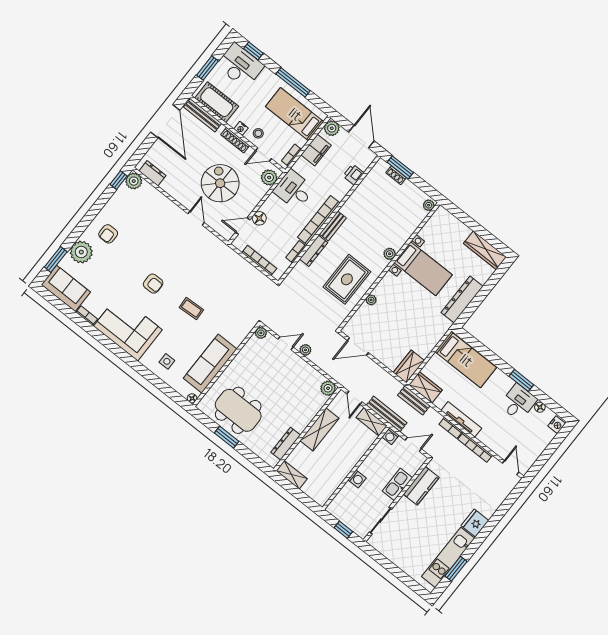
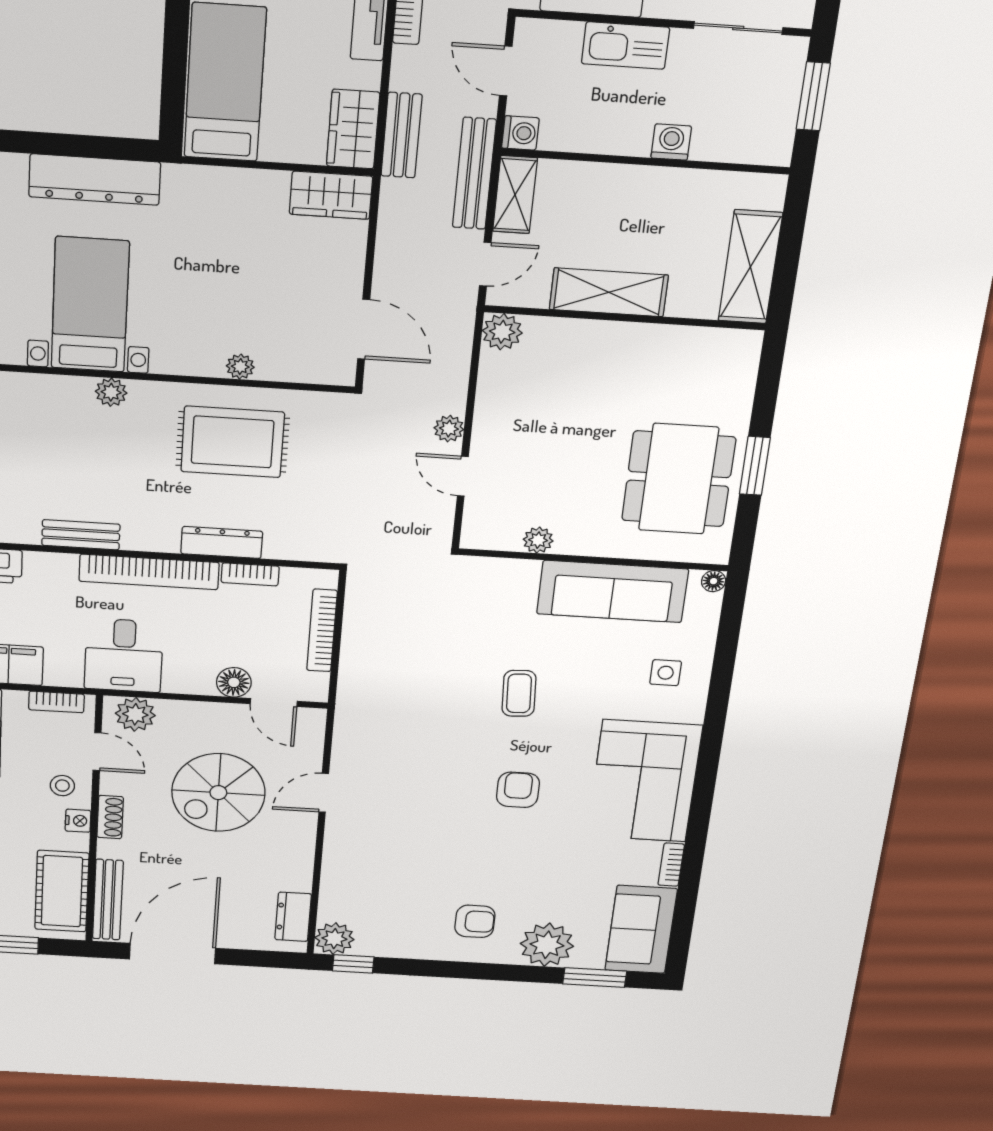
shoe rack: (235, 140) -> (110, 817), width x0.70
bench: (333, 226) -> (81, 535), moved
plant: (261, 333) -> (538, 540), moved
dresser: (286, 444) -> (689, 341), removed
shelving: (292, 475) -> (750, 267), width x1.50, depth x1.33
window: (343, 530) -> (813, 96), width x1.50

